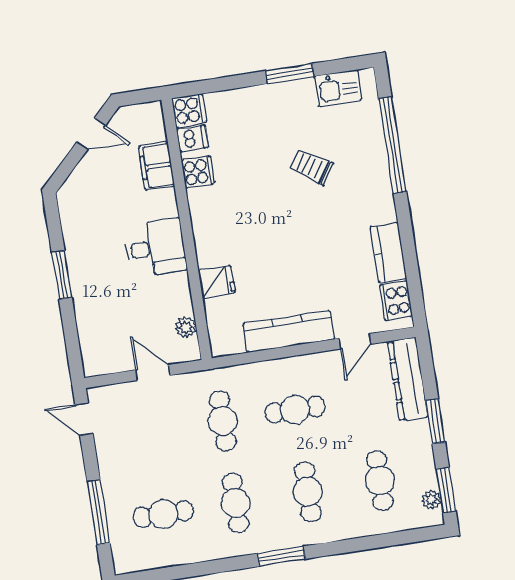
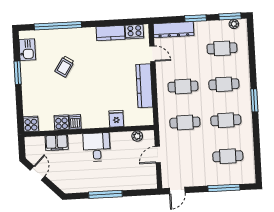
dishwasher: (192, 138) -> (75, 122), moved
window: (62, 275) -> (105, 194), width x1.44
cafe table: (295, 410) -> (183, 87), turned 90
cafe table: (163, 514) -> (228, 156), turned 90

